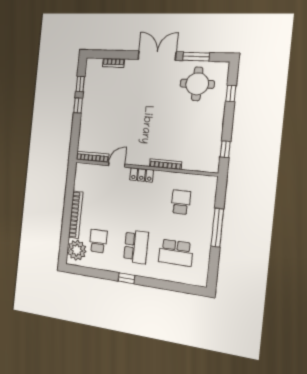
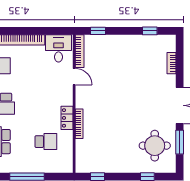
window: (78, 105) -> (98, 31), moved
locker: (141, 175) -> (67, 118), moved
desk: (88, 178) -> (58, 48), added

